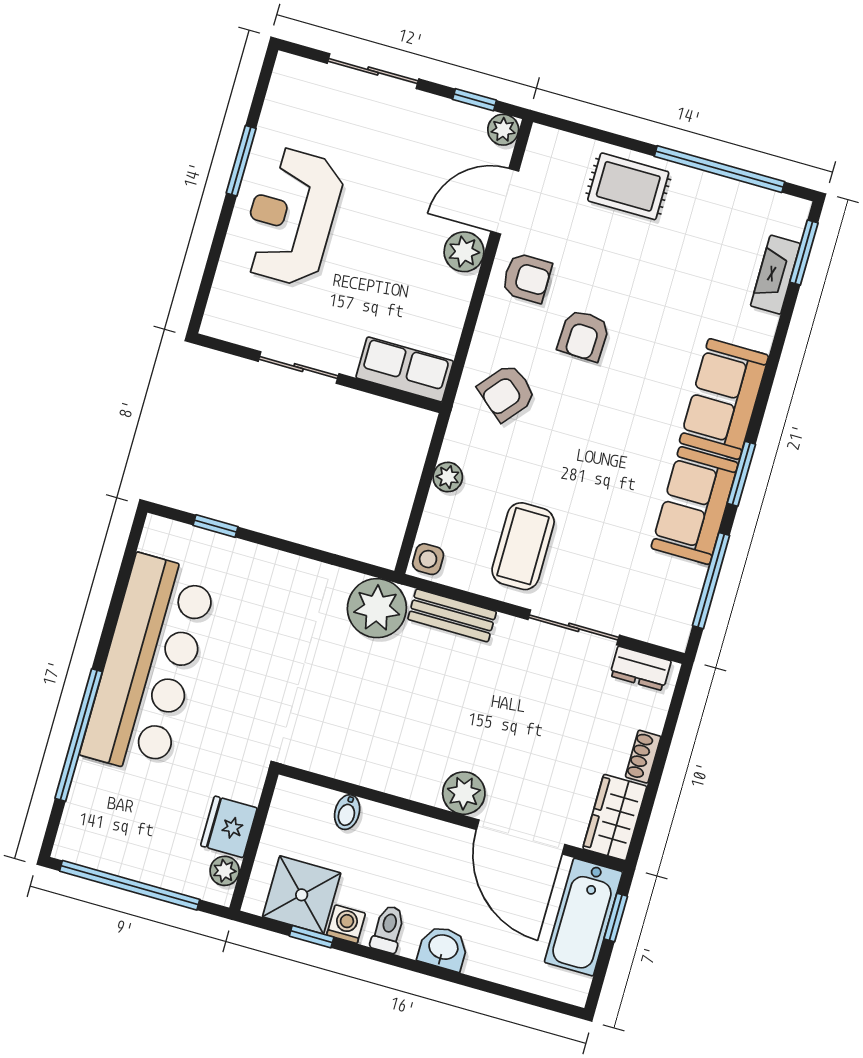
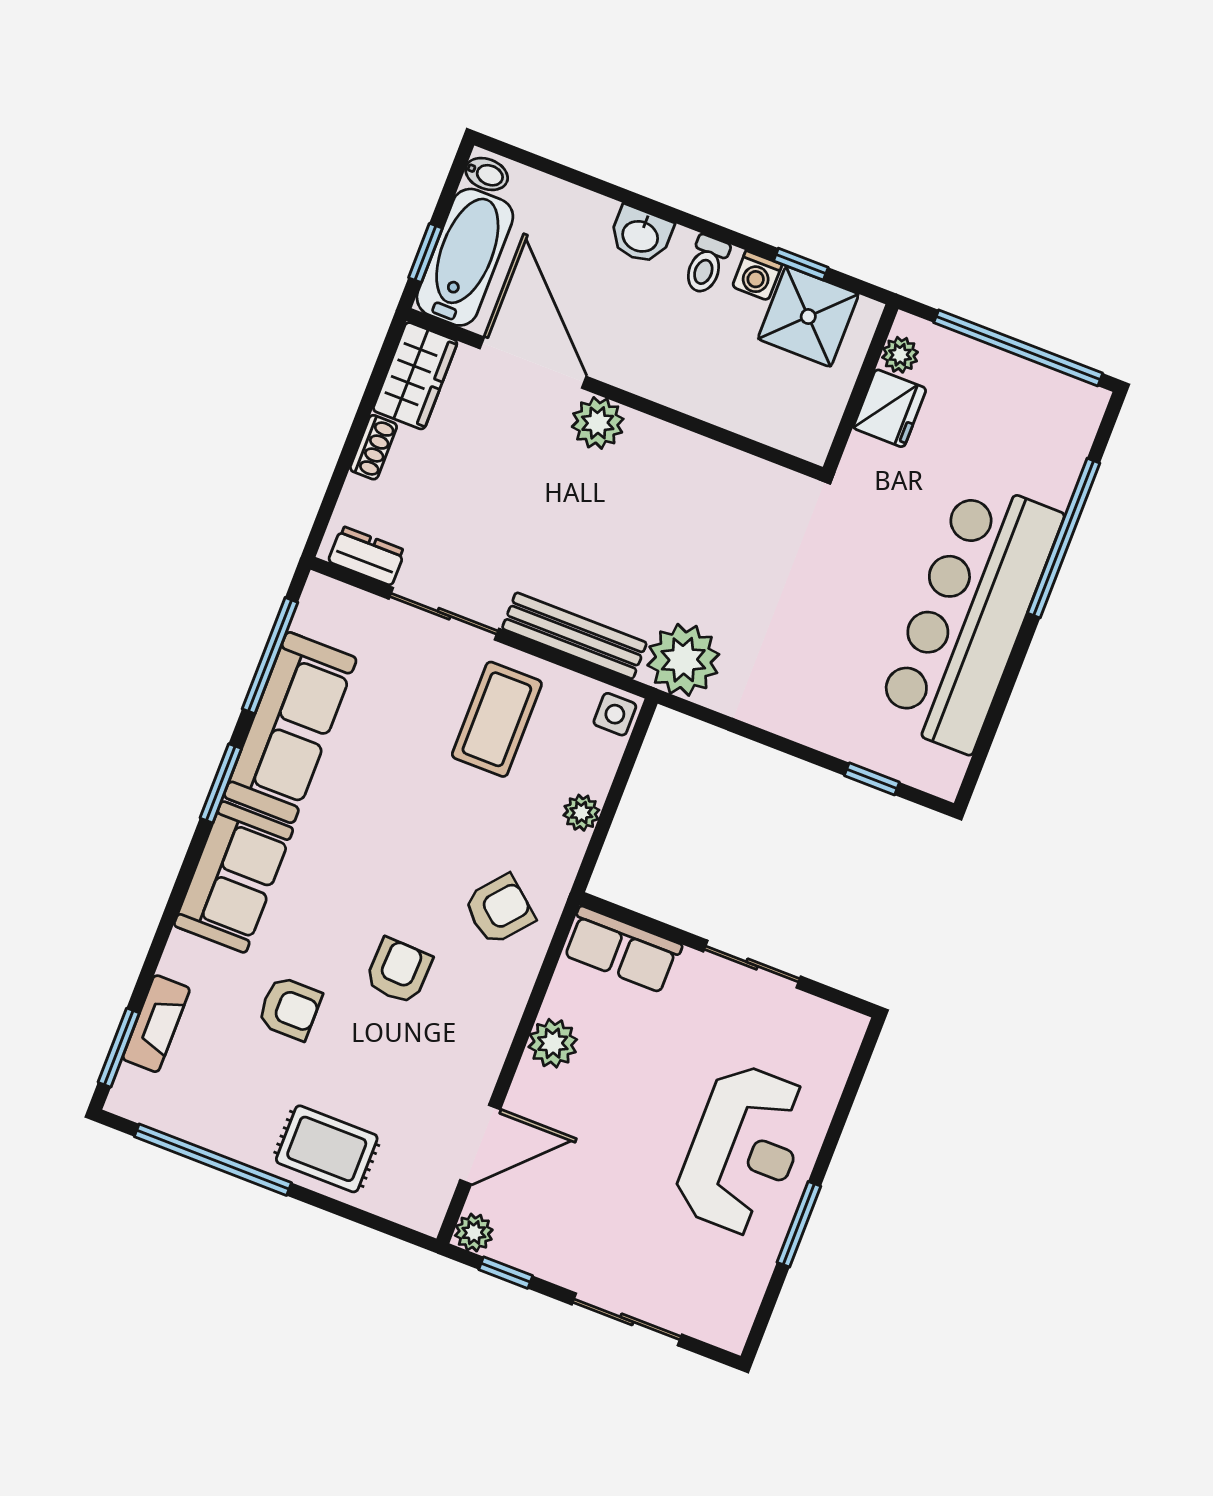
plant: (464, 252) -> (553, 1043), moved
armchair: (527, 278) -> (290, 1008), moved, turned 180
sofa: (695, 506) -> (290, 728), width x1.36
bench: (452, 615) -> (574, 636), width x1.36
bidet: (347, 812) -> (487, 174), moved, turned 90

